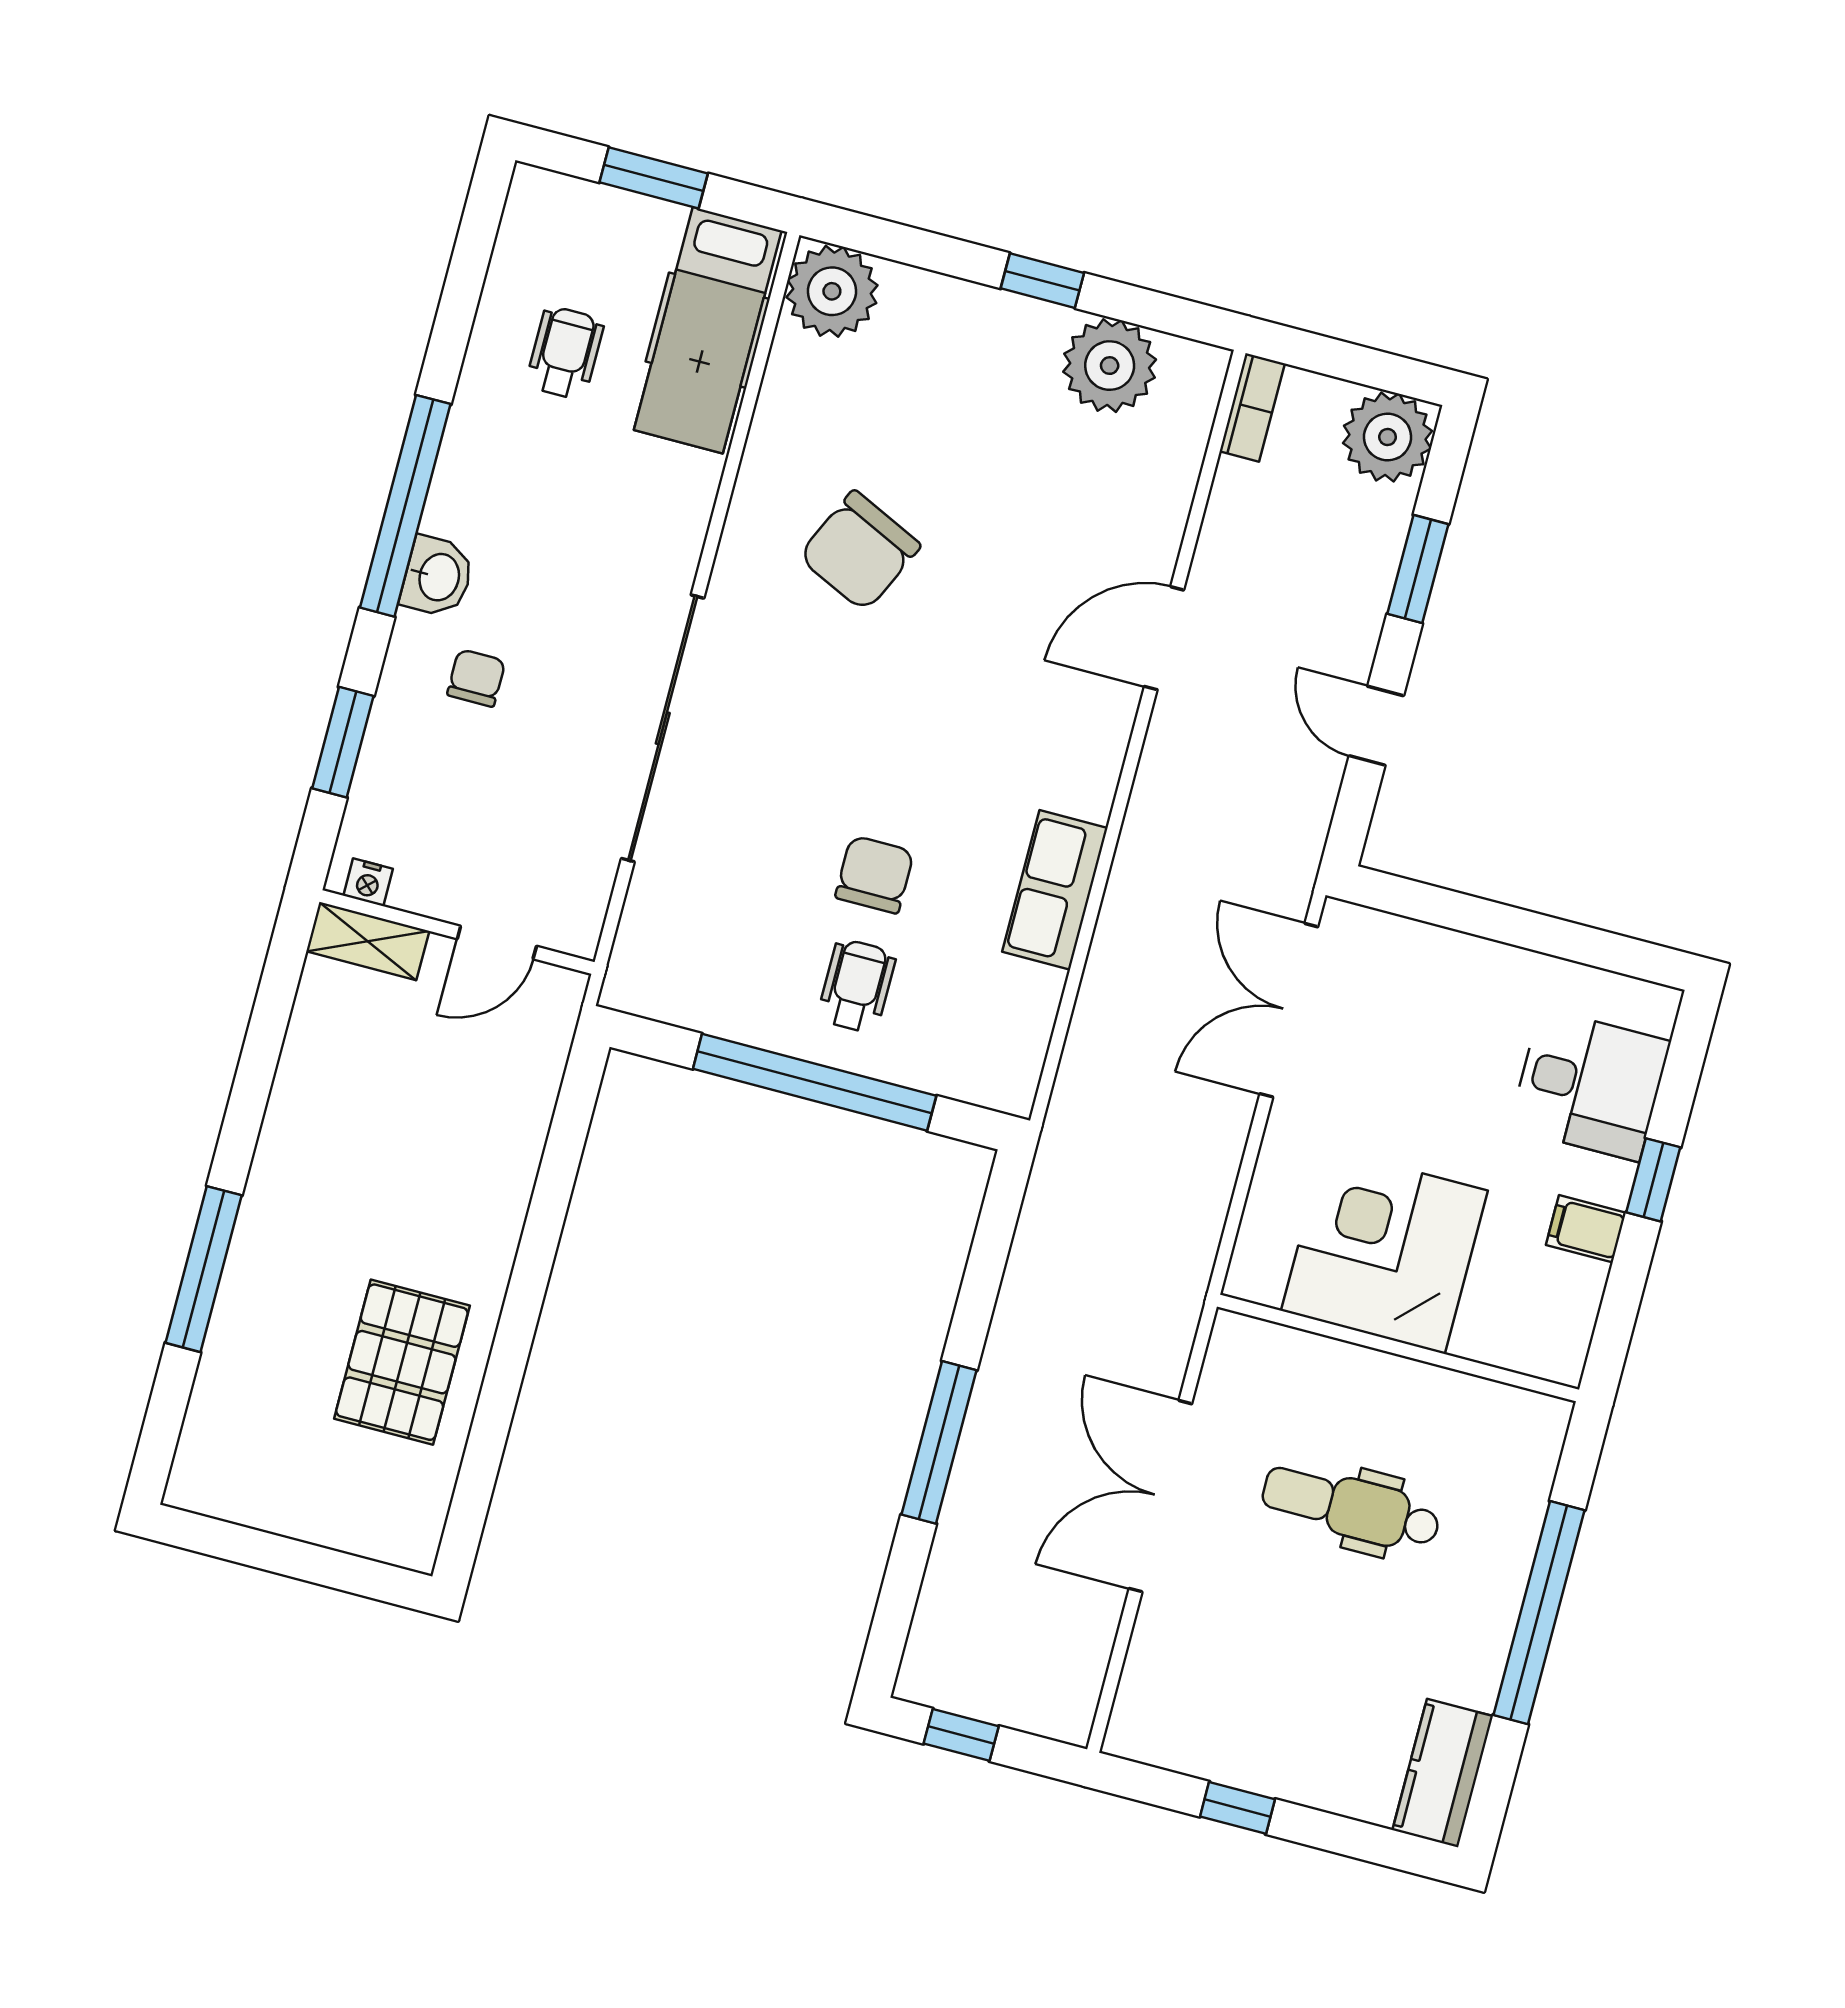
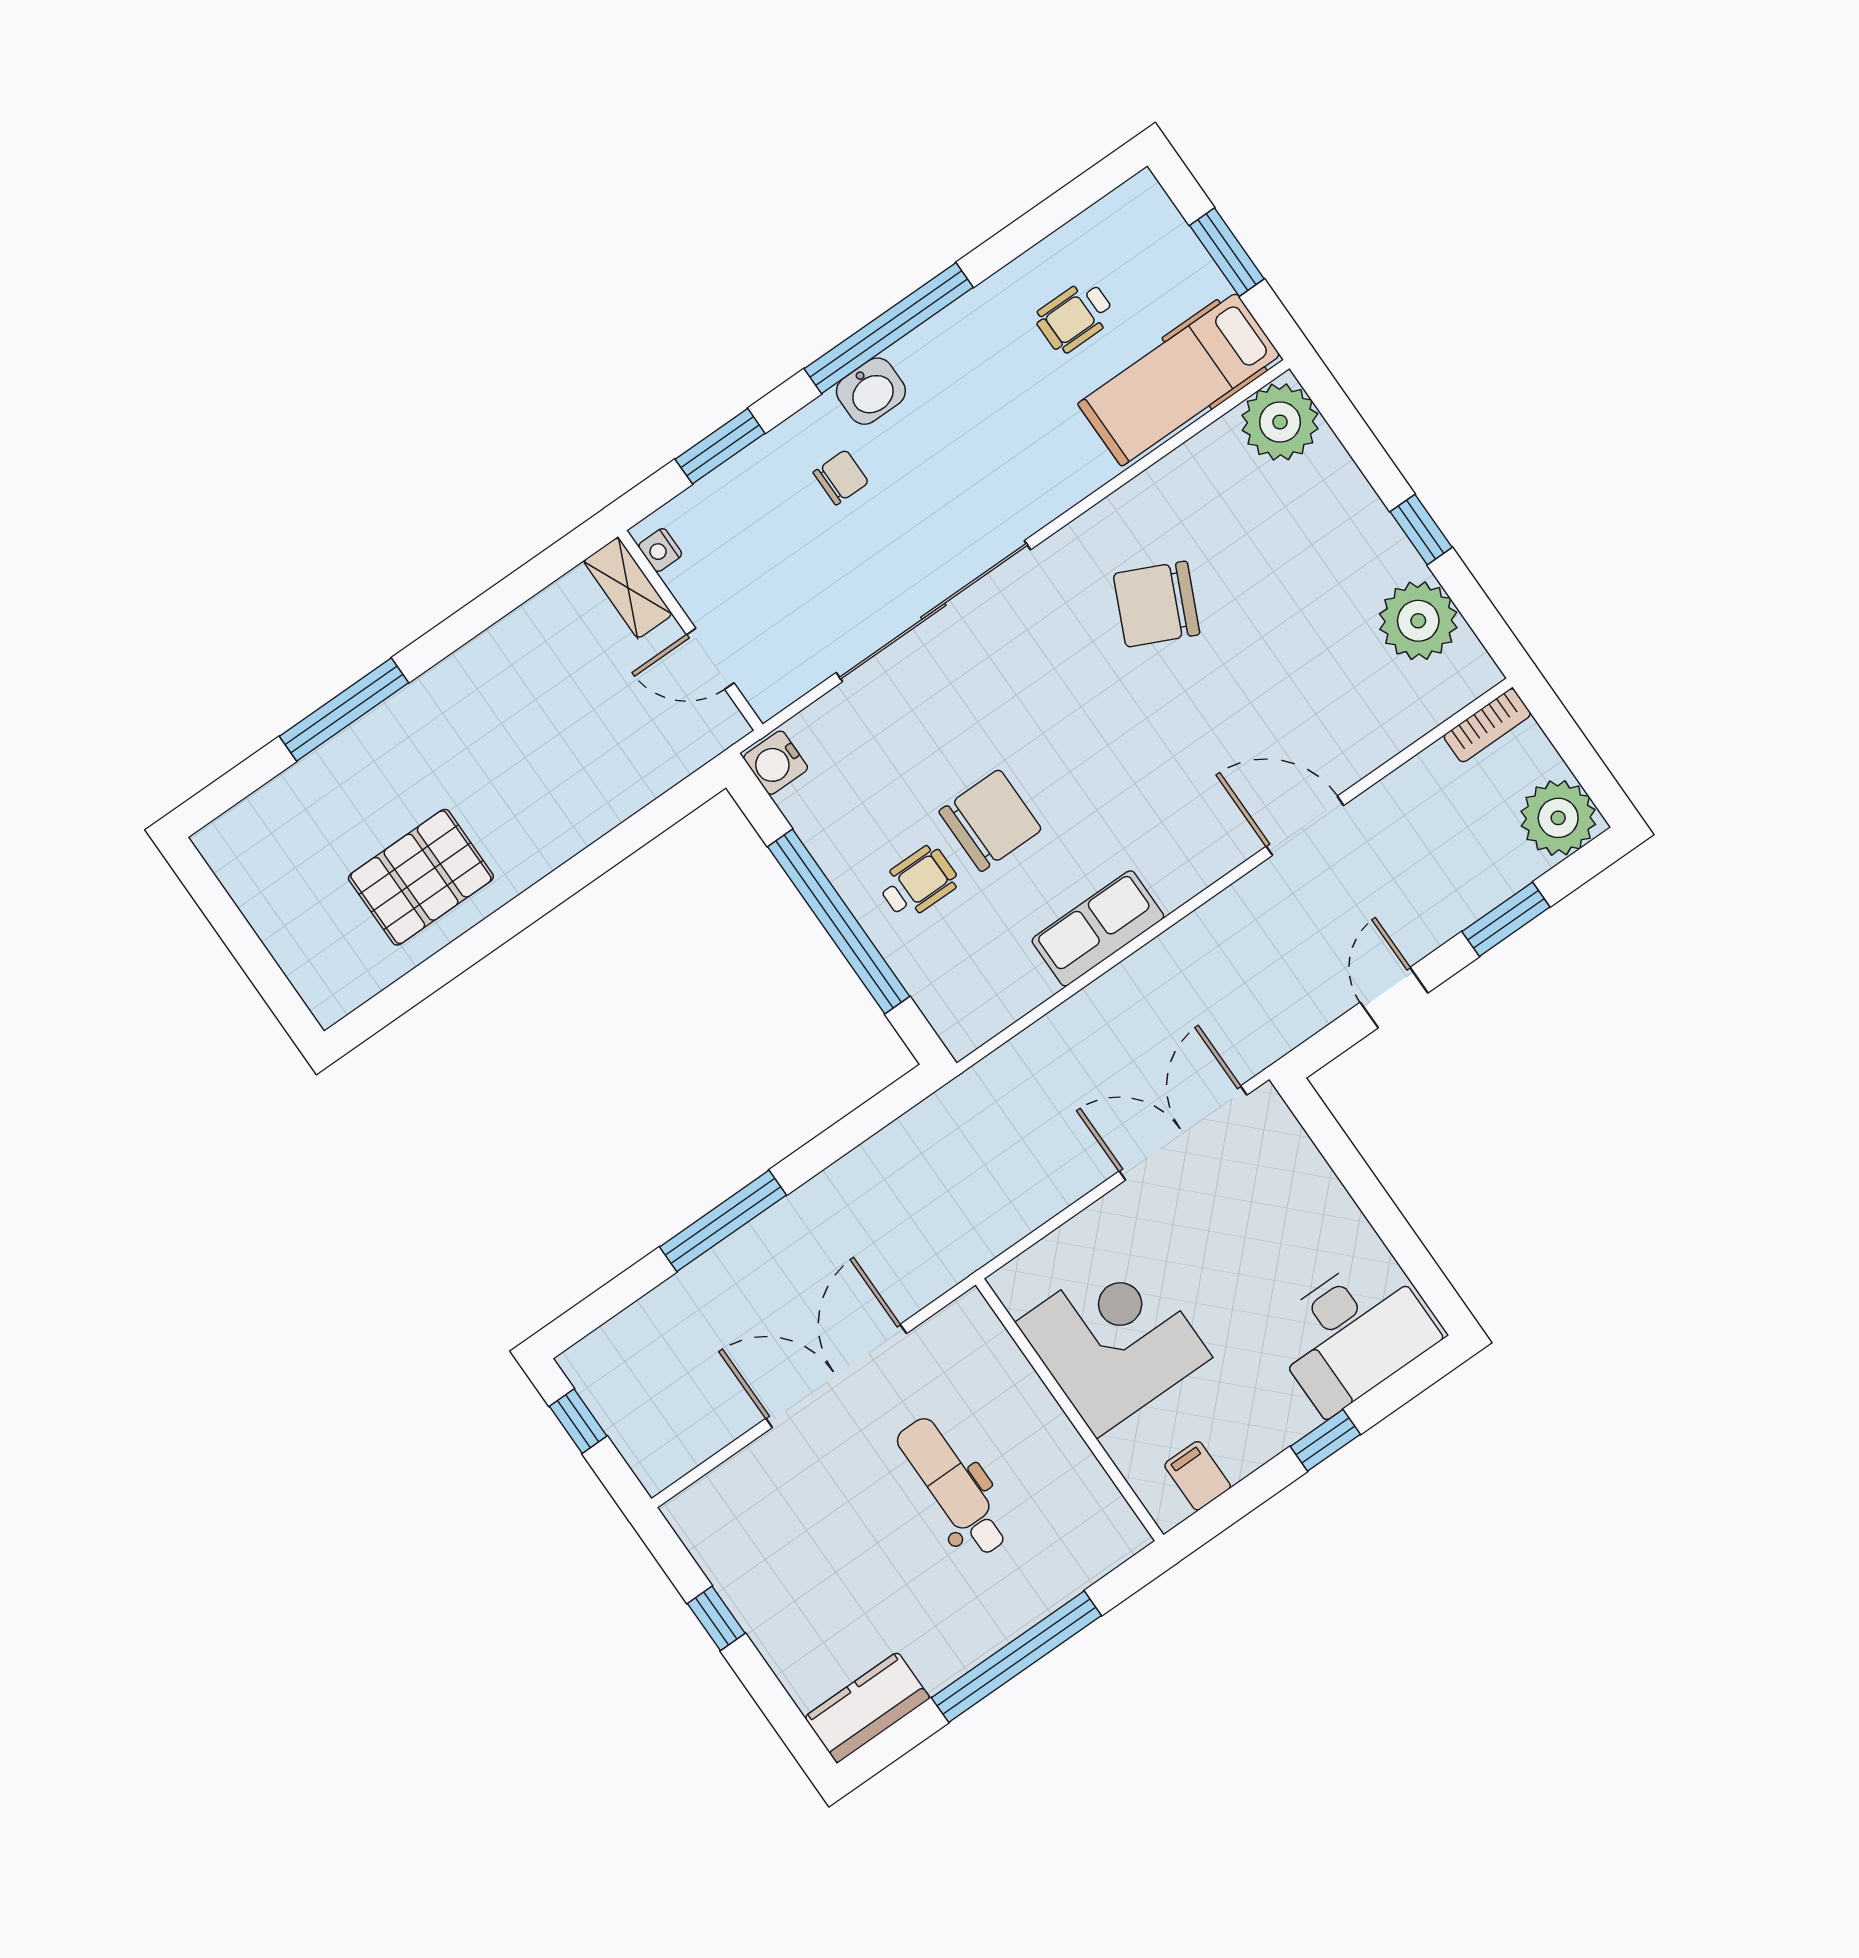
wheelchair: (565, 353) -> (1075, 316), turned 180
chair: (875, 875) -> (990, 820), width x1.37, depth x1.37
water cooler: (636, 987) -> (776, 763), added
desk: (1590, 1085) -> (1352, 1333), width x1.37
filing cabinet: (1586, 1229) -> (1198, 1476), moved

